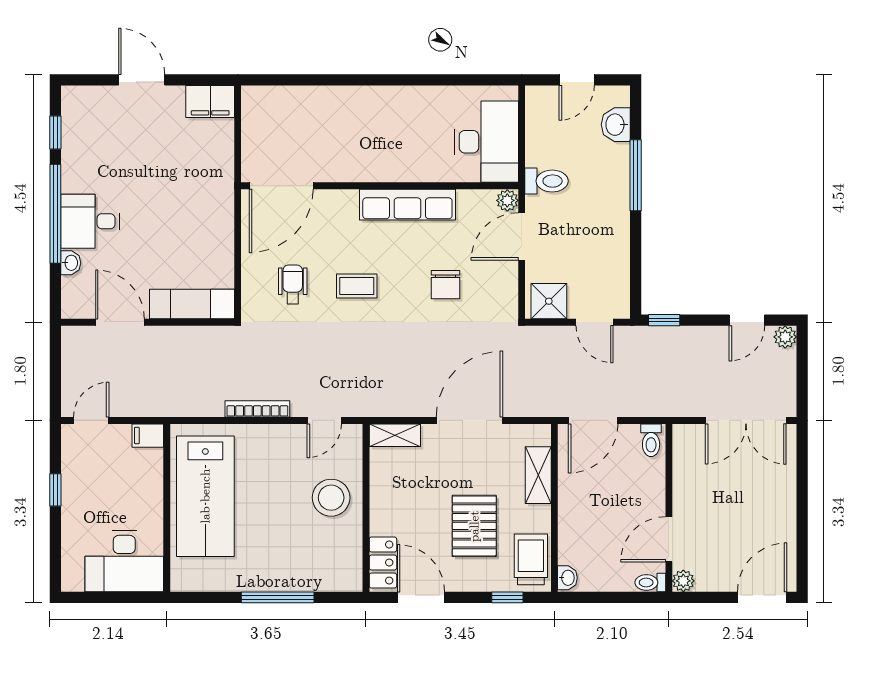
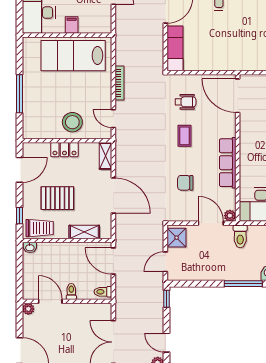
filing cabinet: (148, 436) -> (72, 25), moved
locker: (383, 563) -> (64, 150), moved
toilet: (650, 582) -> (71, 291), moved

